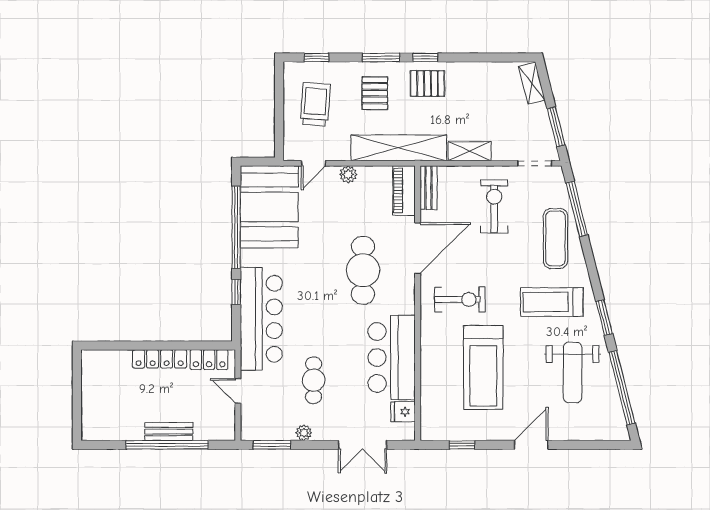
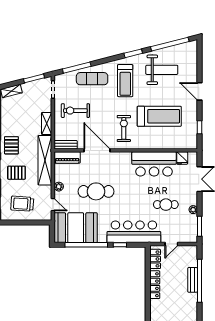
cafe table: (363, 270) -> (96, 191), moved

